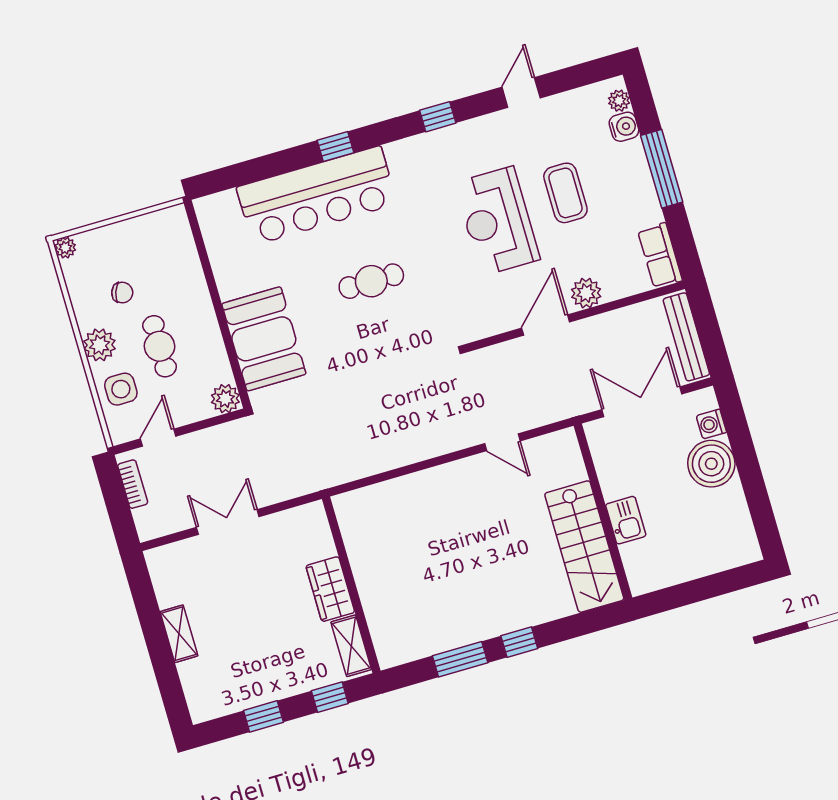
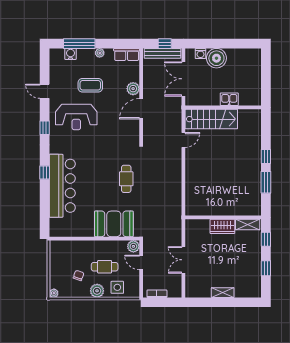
plant: (619, 101) -> (100, 53), moved
window: (662, 169) -> (79, 44), moved
reception desk: (497, 221) -> (76, 117), moved
cafe table: (371, 281) -> (126, 179), moved
door: (546, 325) -> (141, 109), hinge flipped
window: (710, 335) -> (165, 44), added
door: (158, 438) -> (141, 262), moved
stairs: (584, 547) -> (211, 119), moved

